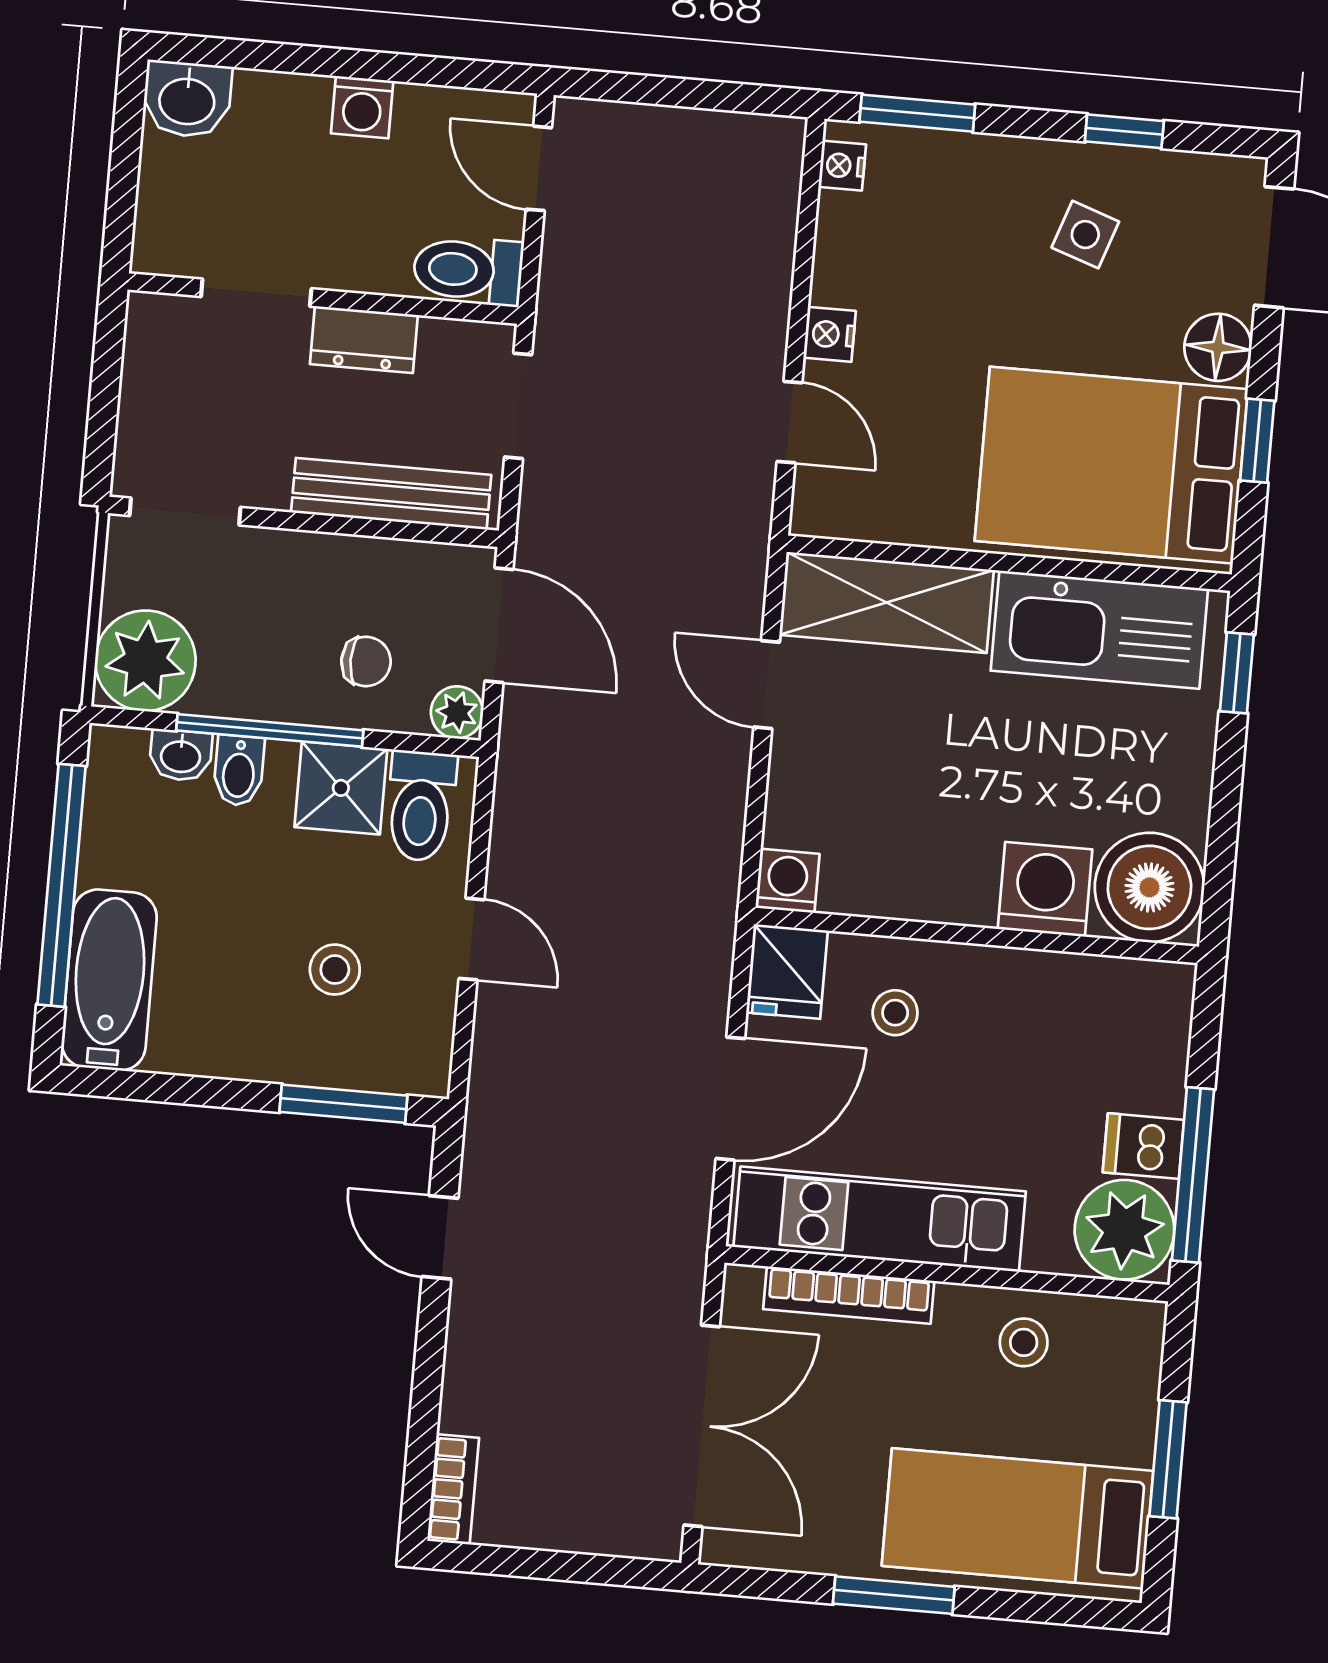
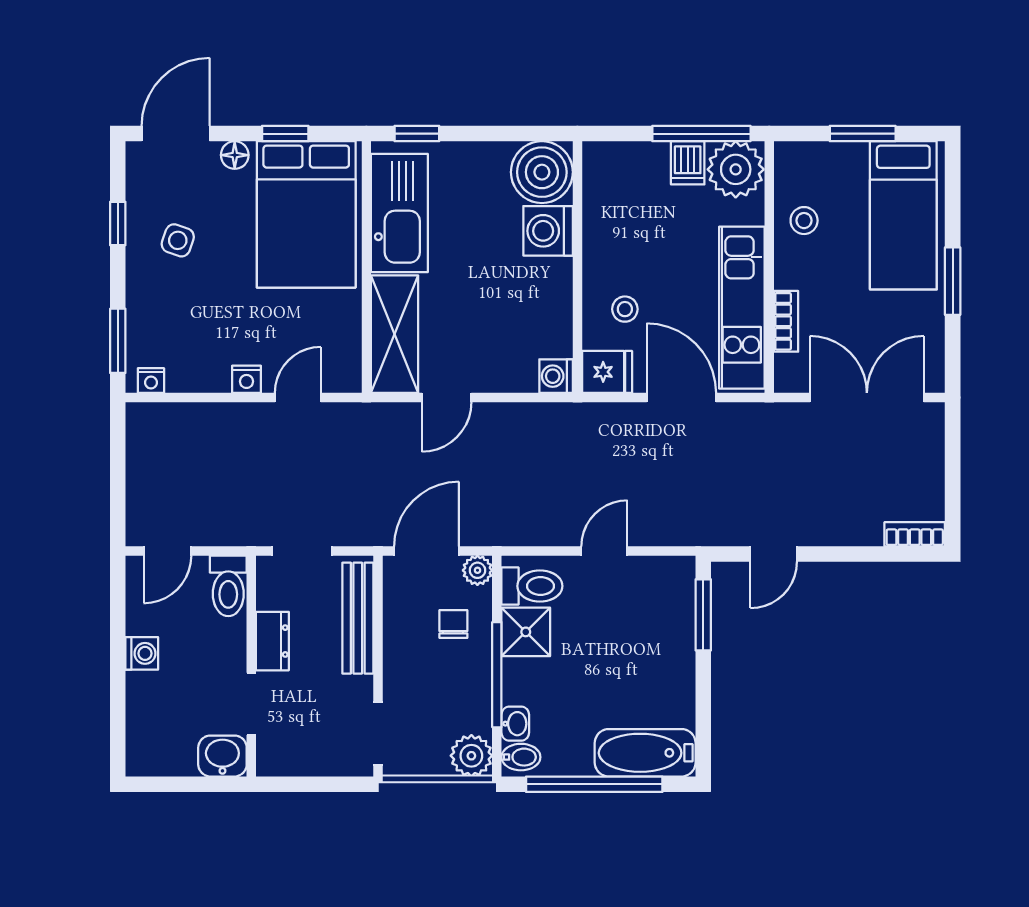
washbasin: (187, 99) -> (222, 756), moved, turned -90
floor lamp: (1218, 347) -> (235, 155), width x0.73, depth x0.73
plant: (145, 661) -> (471, 756), width x0.73, depth x0.73
bidet: (239, 771) -> (521, 757), moved
stool: (335, 970) -> (628, 626), removed
bookcase: (849, 1295) -> (786, 321), width x0.64

